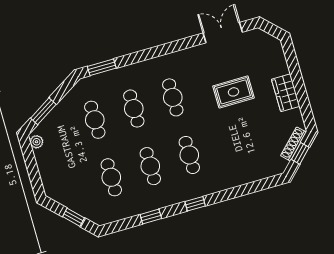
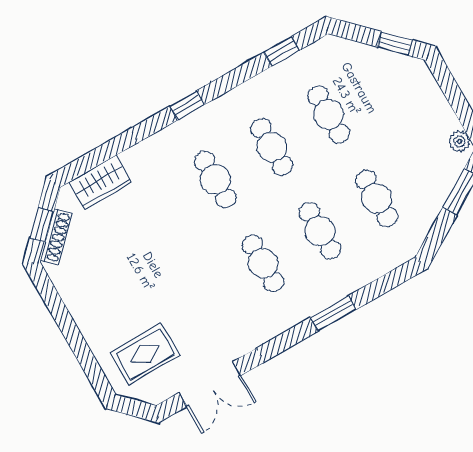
window: (102, 67) -> (333, 313), moved
rug: (234, 92) -> (145, 354), moved
wardrobe: (286, 93) -> (100, 182), moved, turned 90
window: (151, 216) -> (282, 51), moved
window: (73, 217) -> (395, 44), moved

